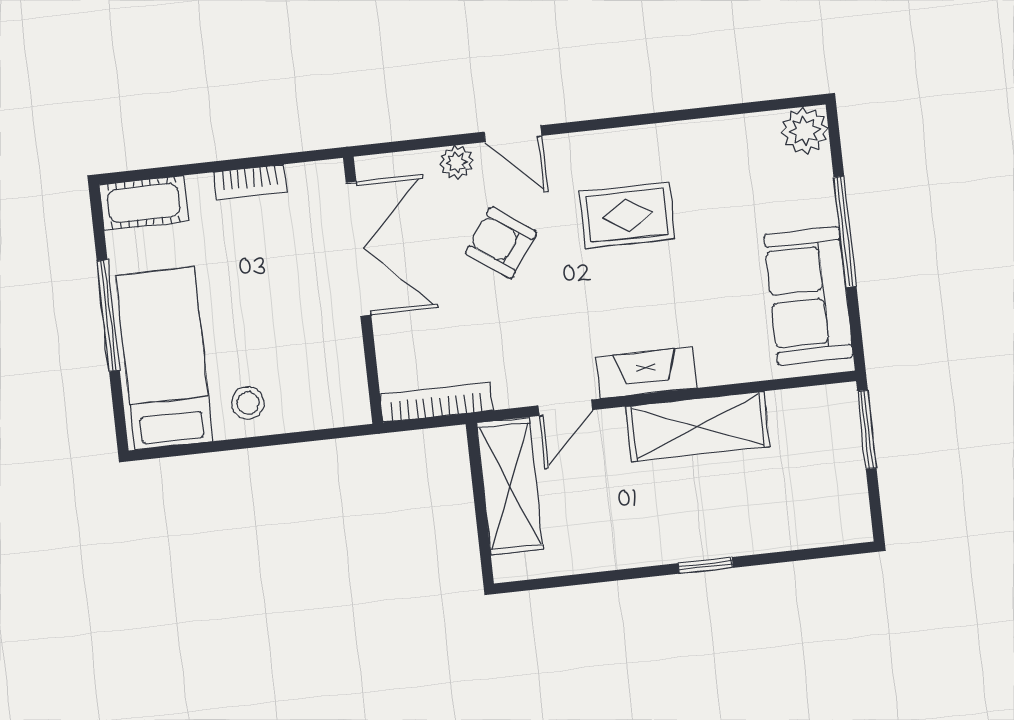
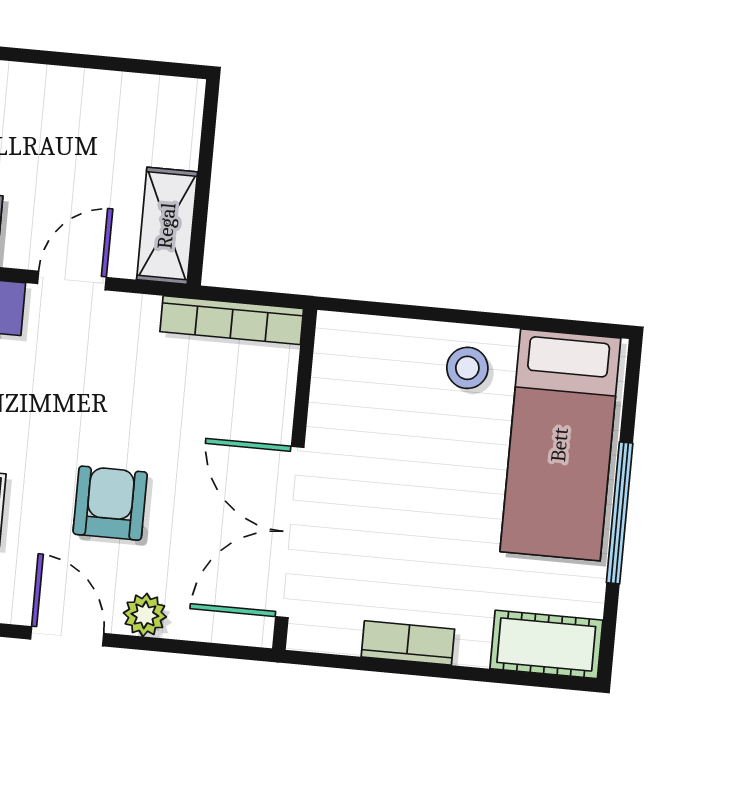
armchair: (501, 243) -> (110, 503), turned -125
shelving: (510, 486) -> (167, 226), width x0.67, depth x0.75

